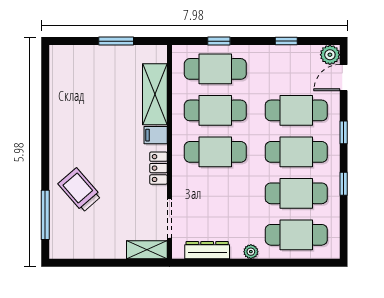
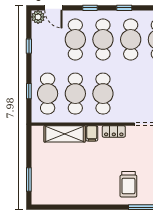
window: (116, 41) -> (29, 180), moved
trolley: (80, 190) -> (128, 184), turned -49

